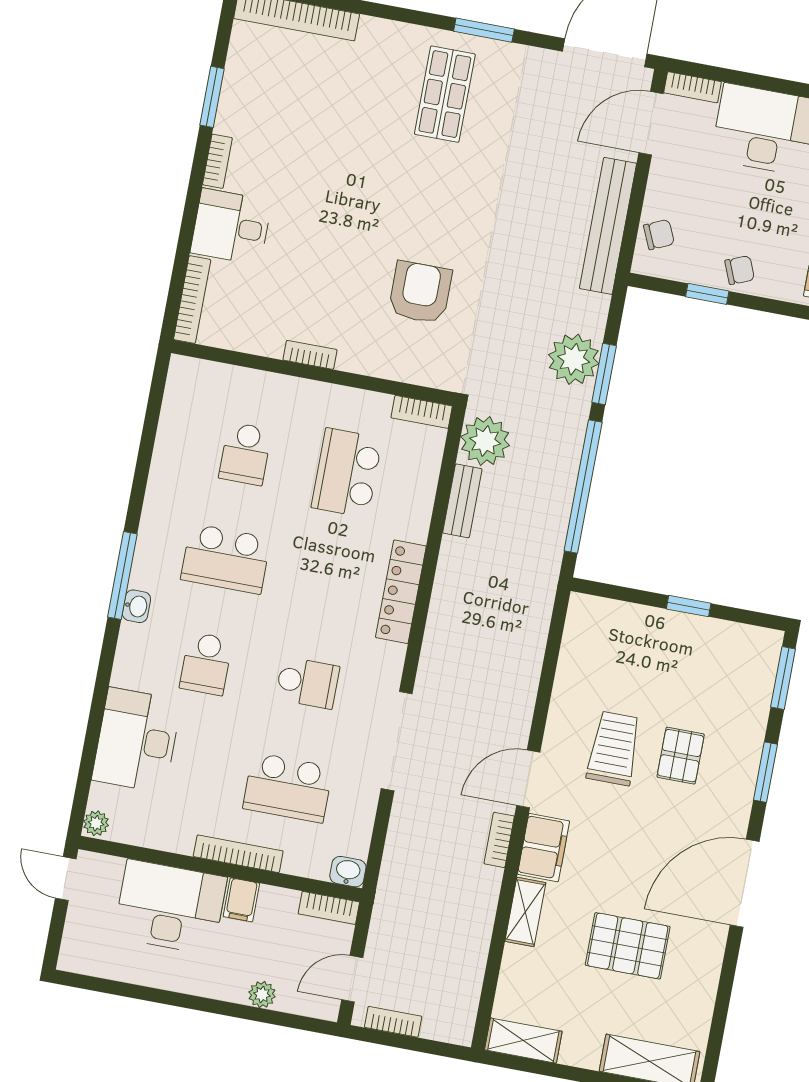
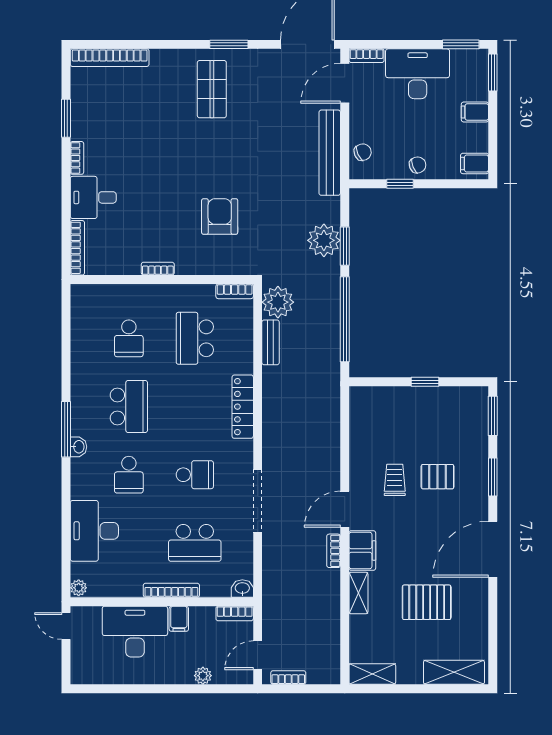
school desk: (226, 559) -> (129, 407), turned -90
trolley: (614, 748) -> (395, 480), width x0.73, depth x0.72
pallet: (681, 756) -> (438, 477), turned 90

